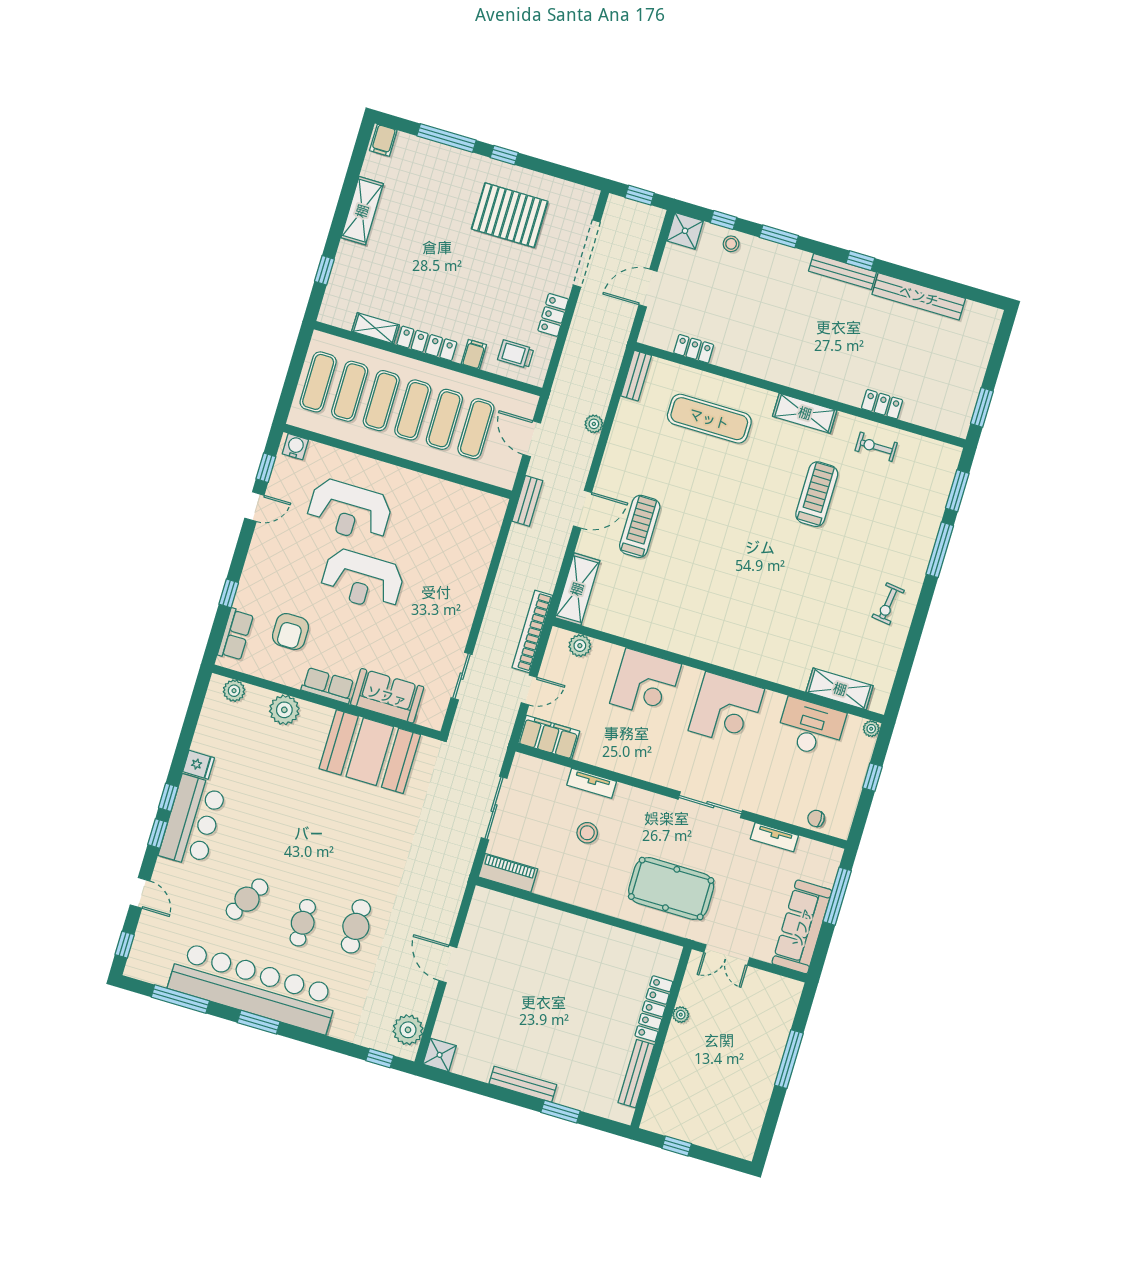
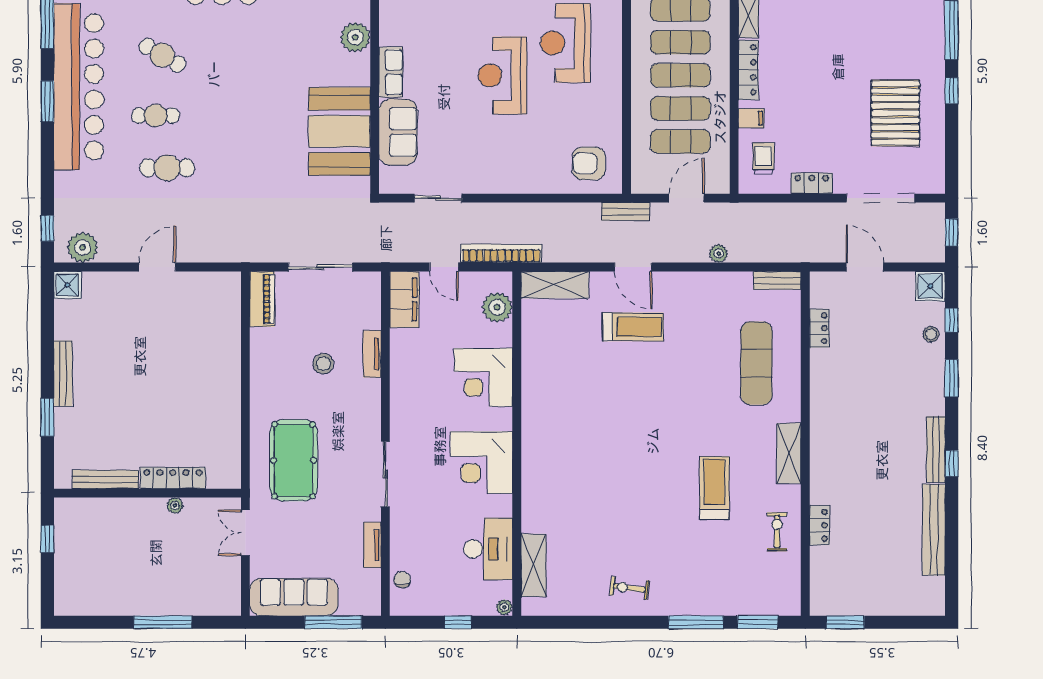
treadmill: (817, 494) -> (714, 488), turned -90
armchair: (291, 632) -> (589, 163), moved
plant: (580, 646) -> (497, 307), width x1.36, depth x1.36

